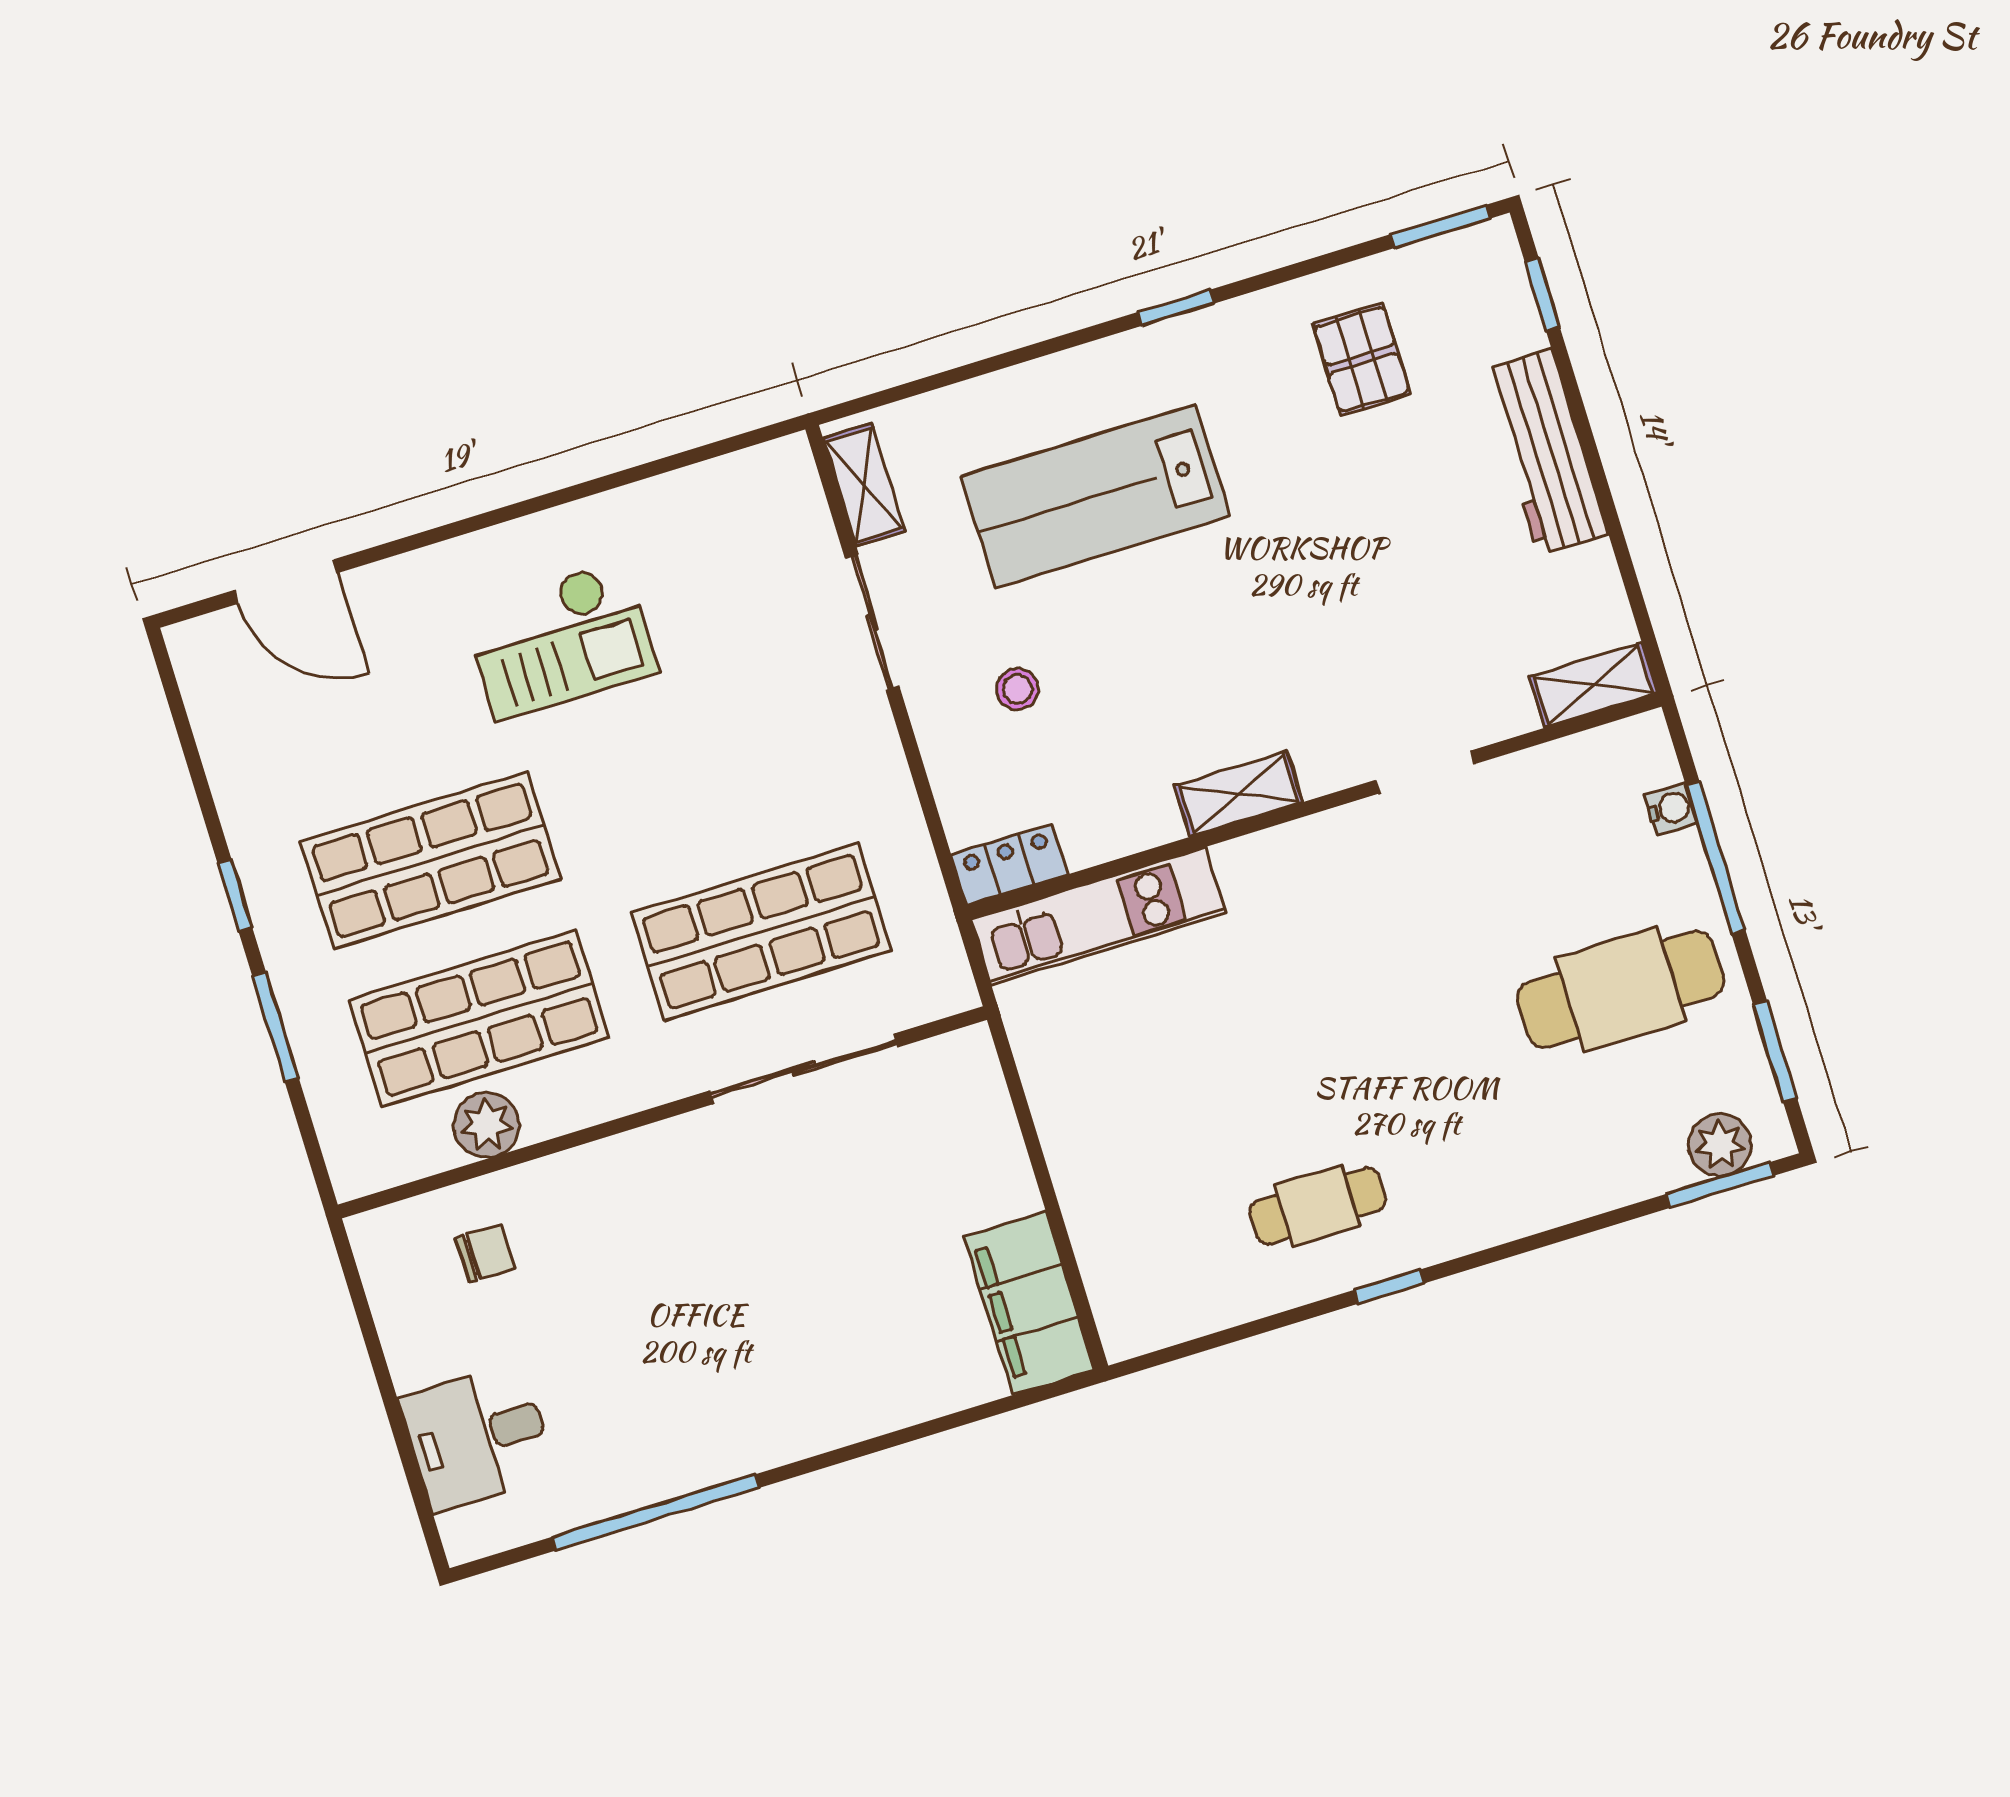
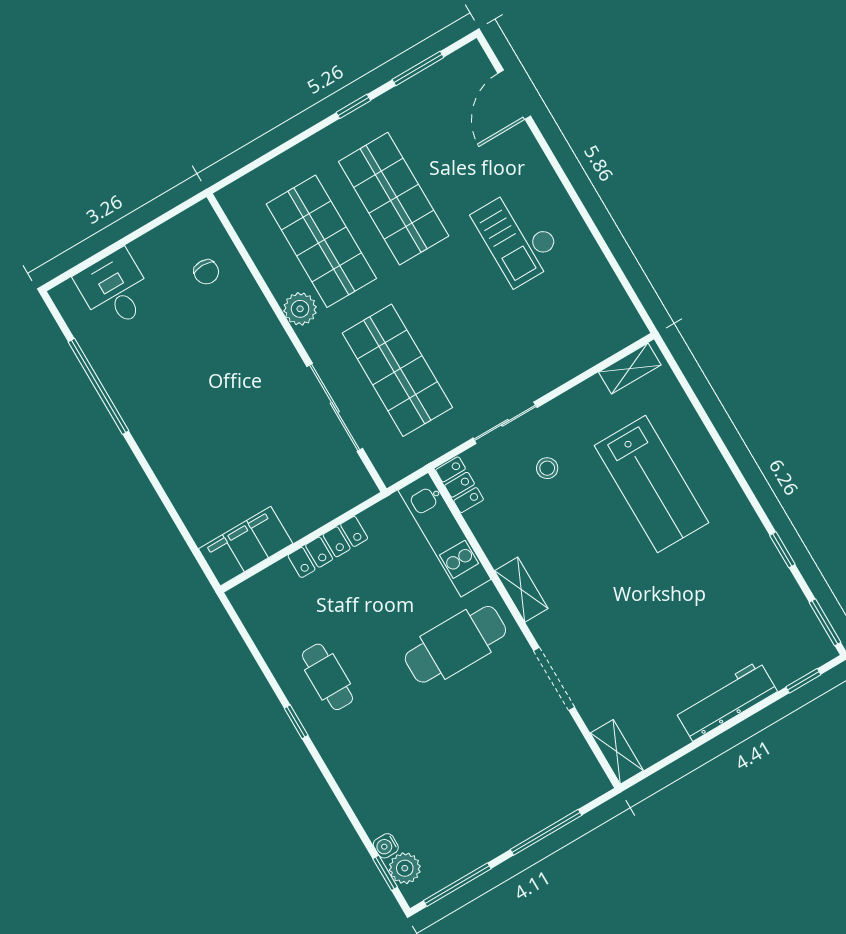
window: (1176, 308) -> (782, 550), moved
pallet: (1362, 359) -> (750, 599), removed
lab bench: (1096, 496) -> (651, 484), turned 180
sliding door: (872, 623) -> (505, 423), moved
doorway: (1425, 772) -> (554, 679), width x1.38
water cooler: (1671, 809) -> (386, 846), moved, turned 90
cafe table: (1621, 989) -> (455, 644), moved, turned 90
window: (275, 1027) -> (418, 68), moved
window: (1775, 1052) -> (457, 885), width x1.44
plant: (486, 1125) -> (300, 309), moved
locker: (1068, 1146) -> (328, 547), added
window: (1720, 1185) -> (385, 873), width x0.67

